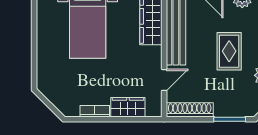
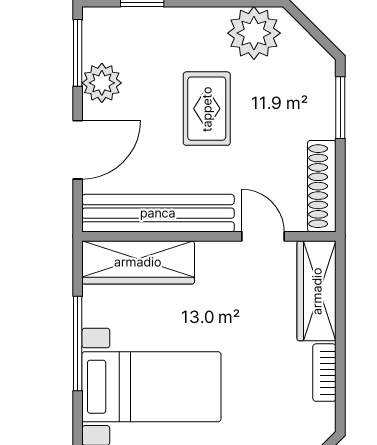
rug: (229, 51) -> (207, 109), turned 90
wardrobe: (128, 107) -> (317, 291), width x1.50

